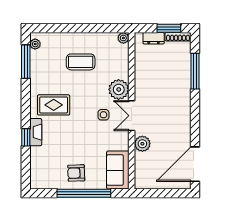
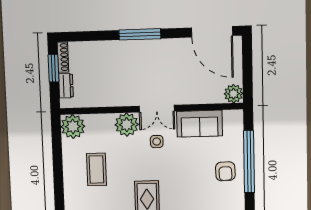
plant: (123, 38) -> (73, 126), width x1.88, depth x1.88
window: (195, 71) -> (140, 34), moved
plant: (142, 144) -> (234, 94), moved
sofa: (118, 170) -> (200, 124), moved

